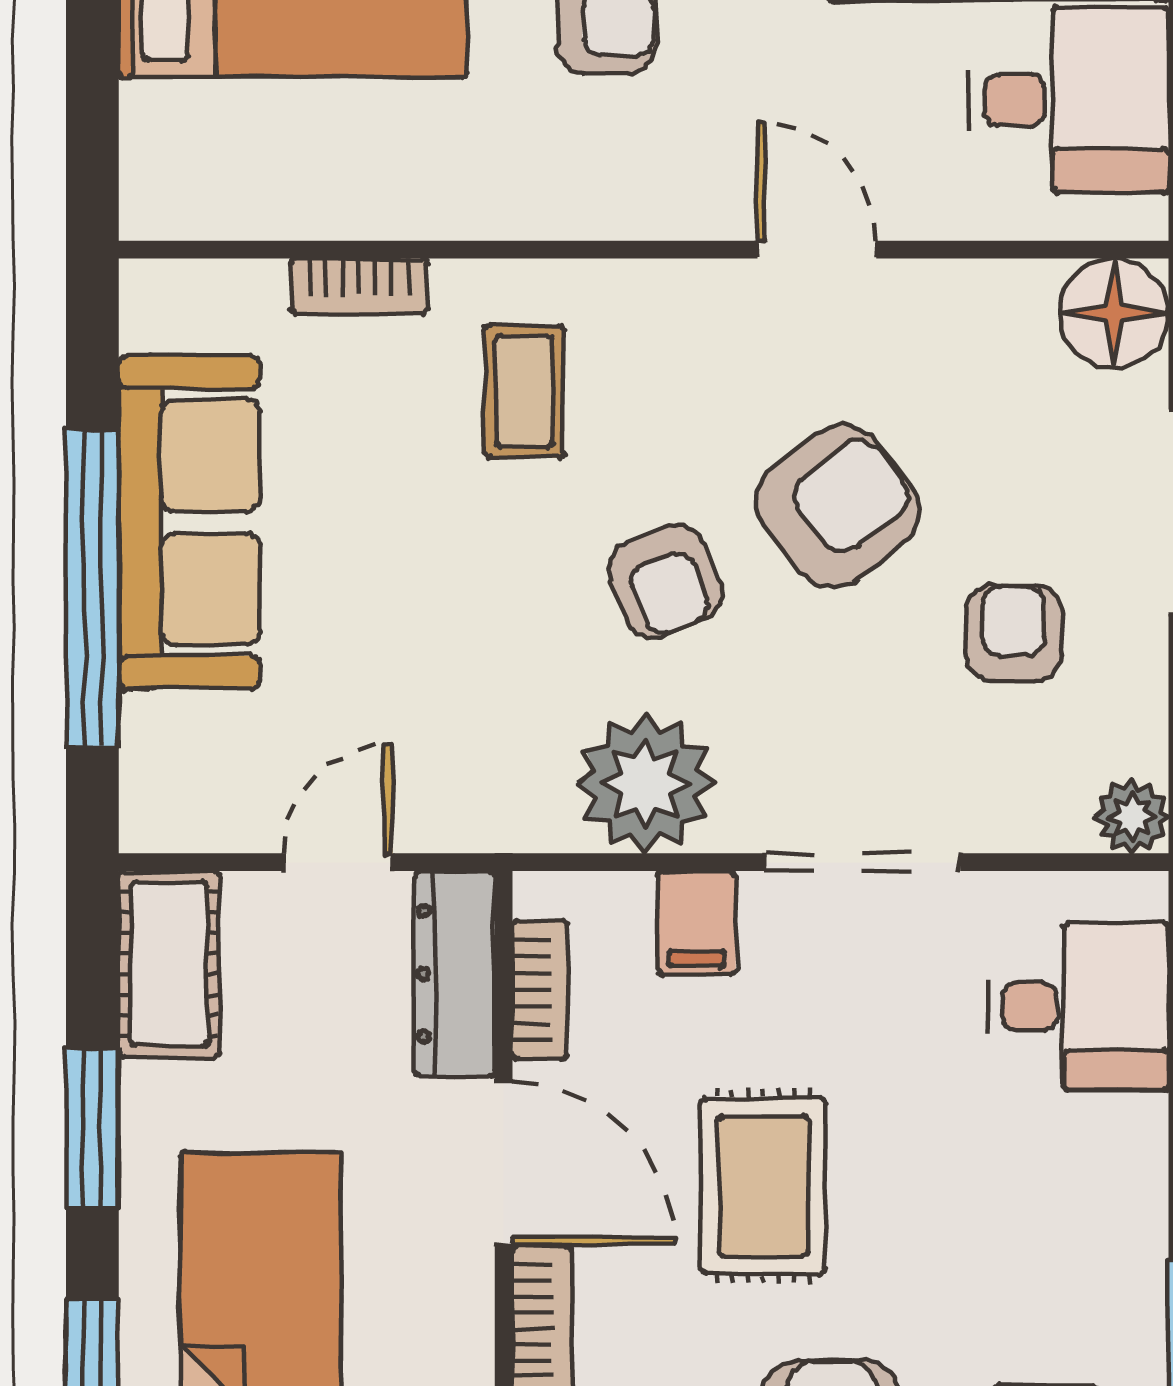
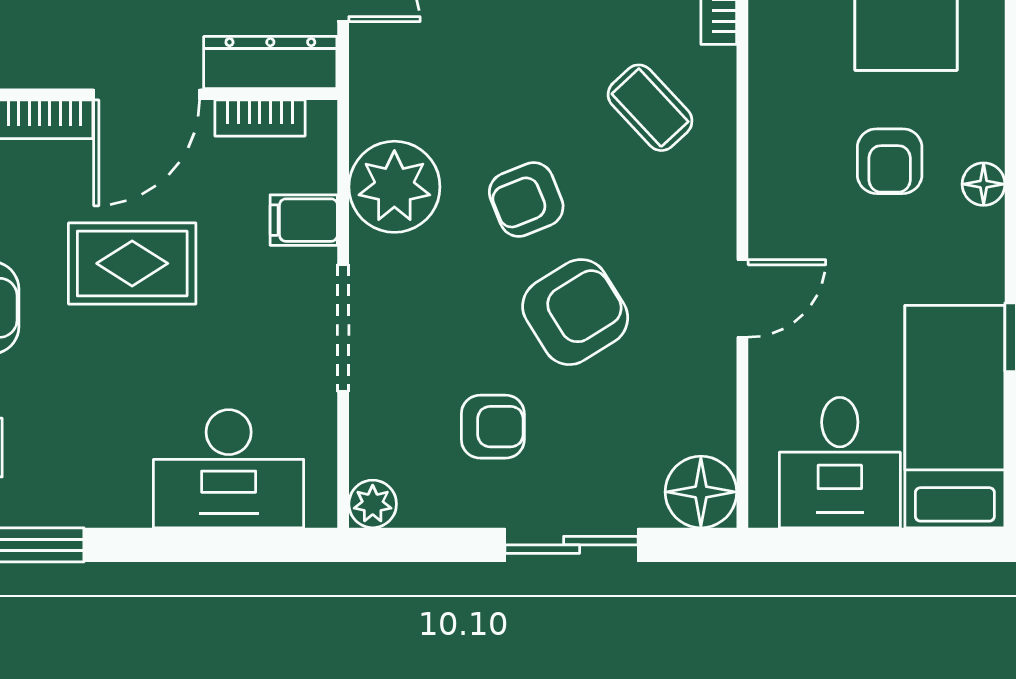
coffee table: (524, 391) -> (650, 108), turned 47
armchair: (838, 506) -> (575, 312), turned -84
desk: (1078, 1007) -> (229, 469), width x1.37

